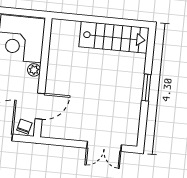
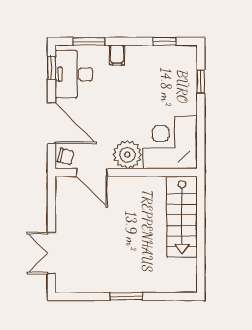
stairs: (114, 37) -> (182, 217), moved
plant: (34, 70) -> (127, 155), width x1.88, depth x1.88

